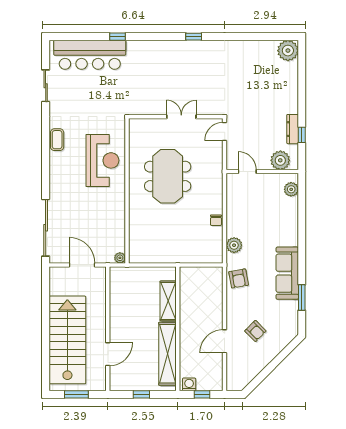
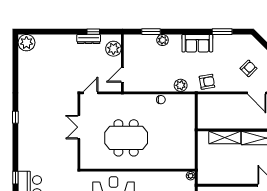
door: (225, 132) -> (91, 93), swing flipped
plant: (291, 189) -> (163, 40), moved
window: (302, 208) -> (151, 32), added
sofa: (287, 273) -> (197, 43), width x0.73

